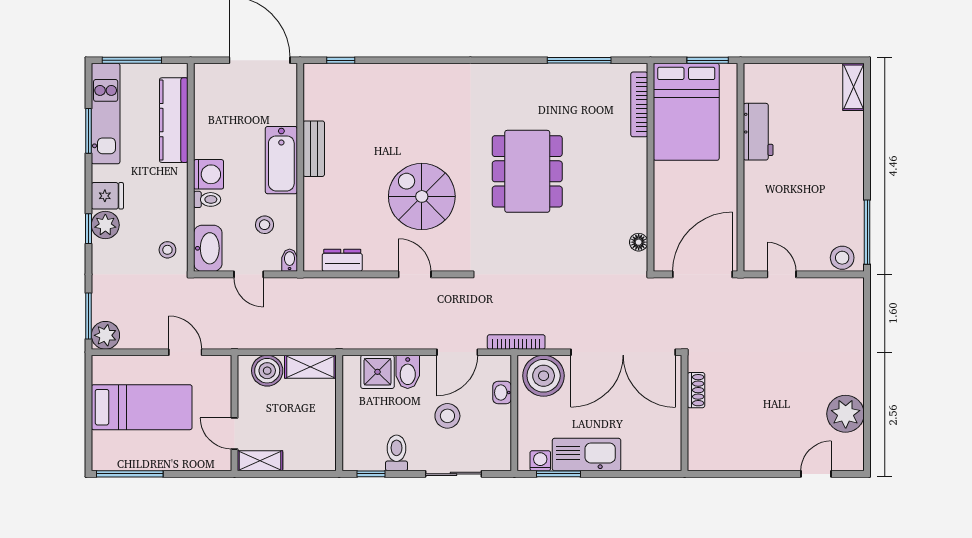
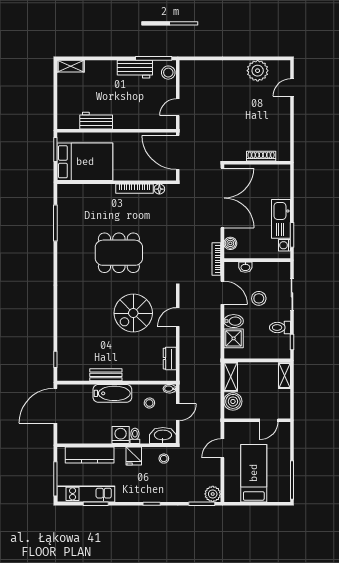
bookcase: (639, 104) -> (135, 189), moved
fridge: (107, 196) -> (134, 456), moved, turned 180
workbench: (848, 199) -> (135, 69), added
plant: (105, 225) -> (150, 494), removed
boiler: (544, 376) -> (230, 243), width x0.54, depth x0.54
shoe rack: (696, 390) -> (261, 156), moved, width x1.43
shelving: (260, 461) -> (284, 376), moved
door: (816, 474) -> (292, 88), hinge flipped

